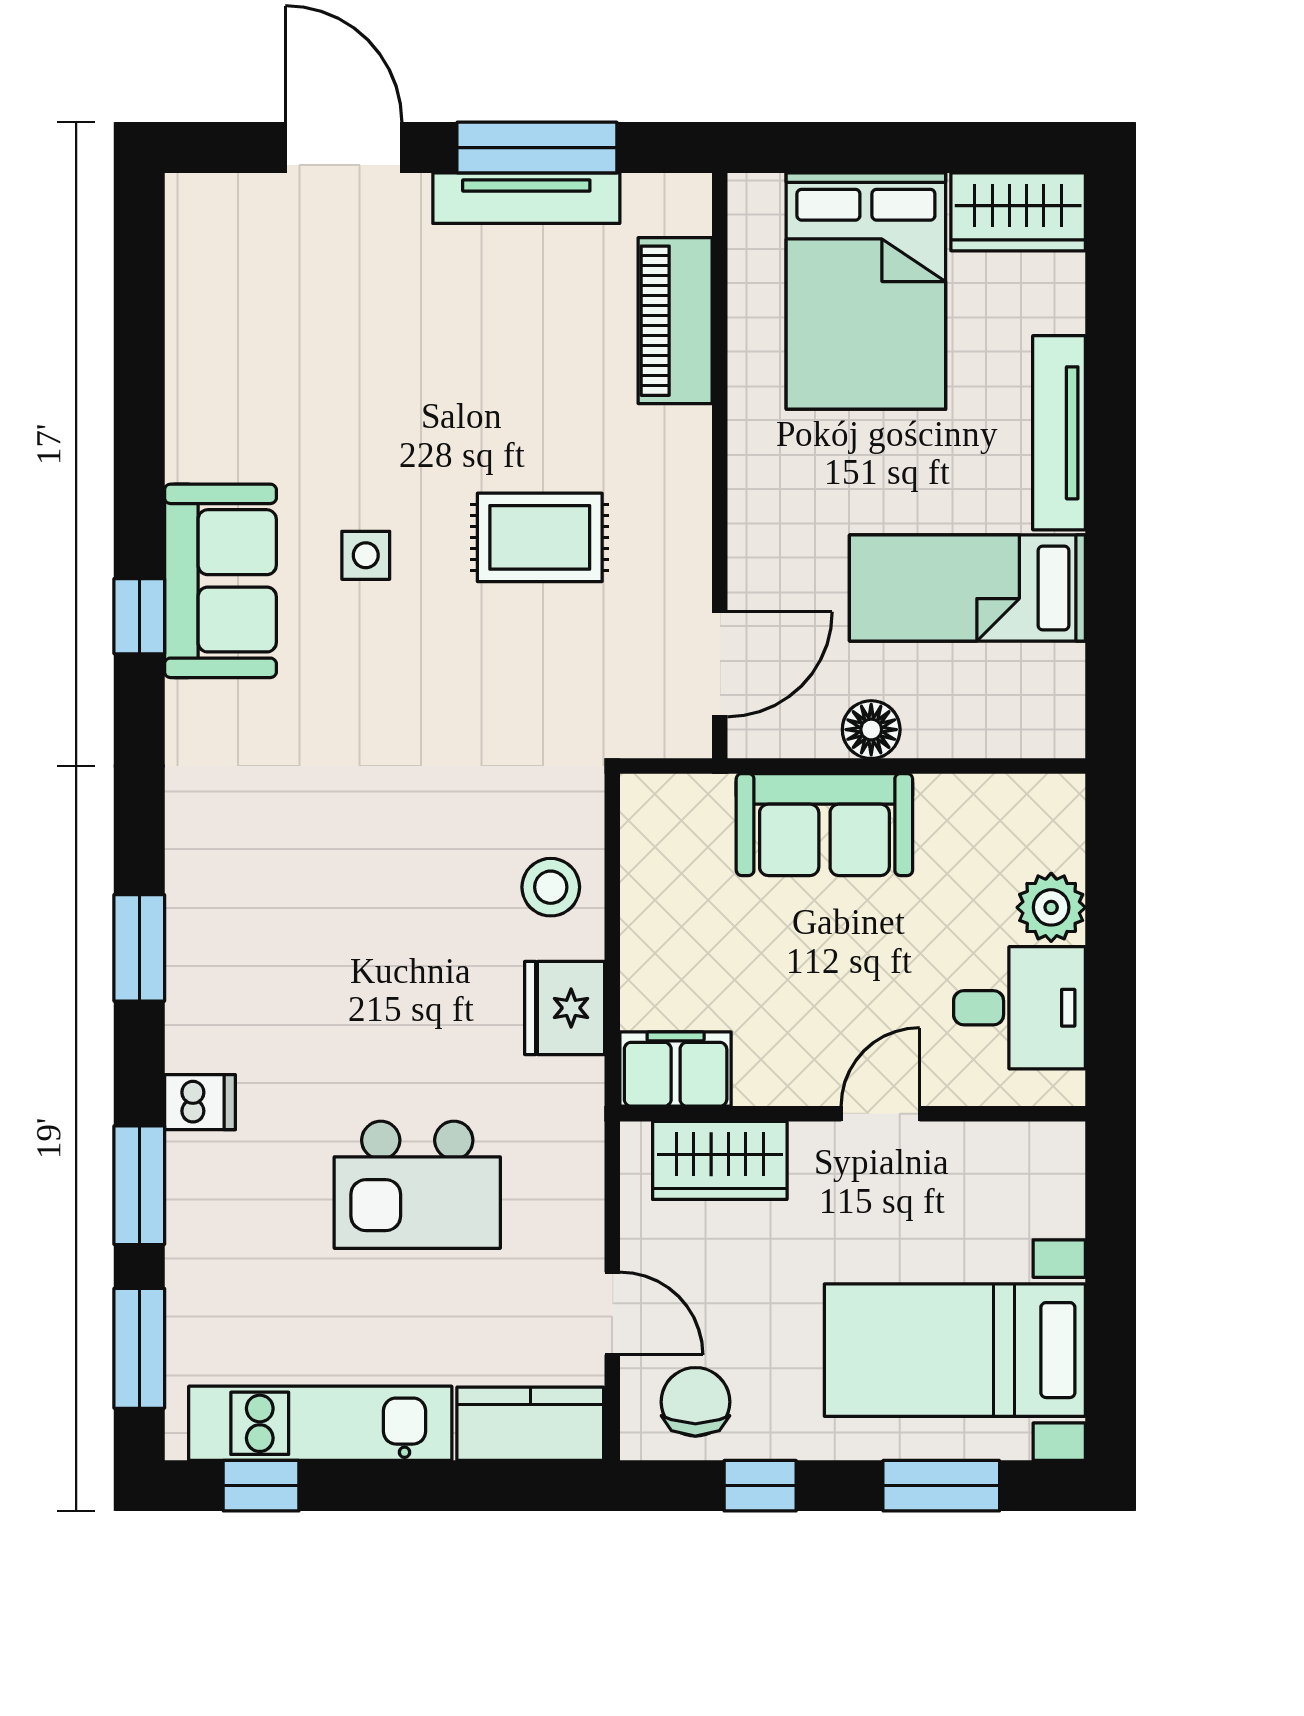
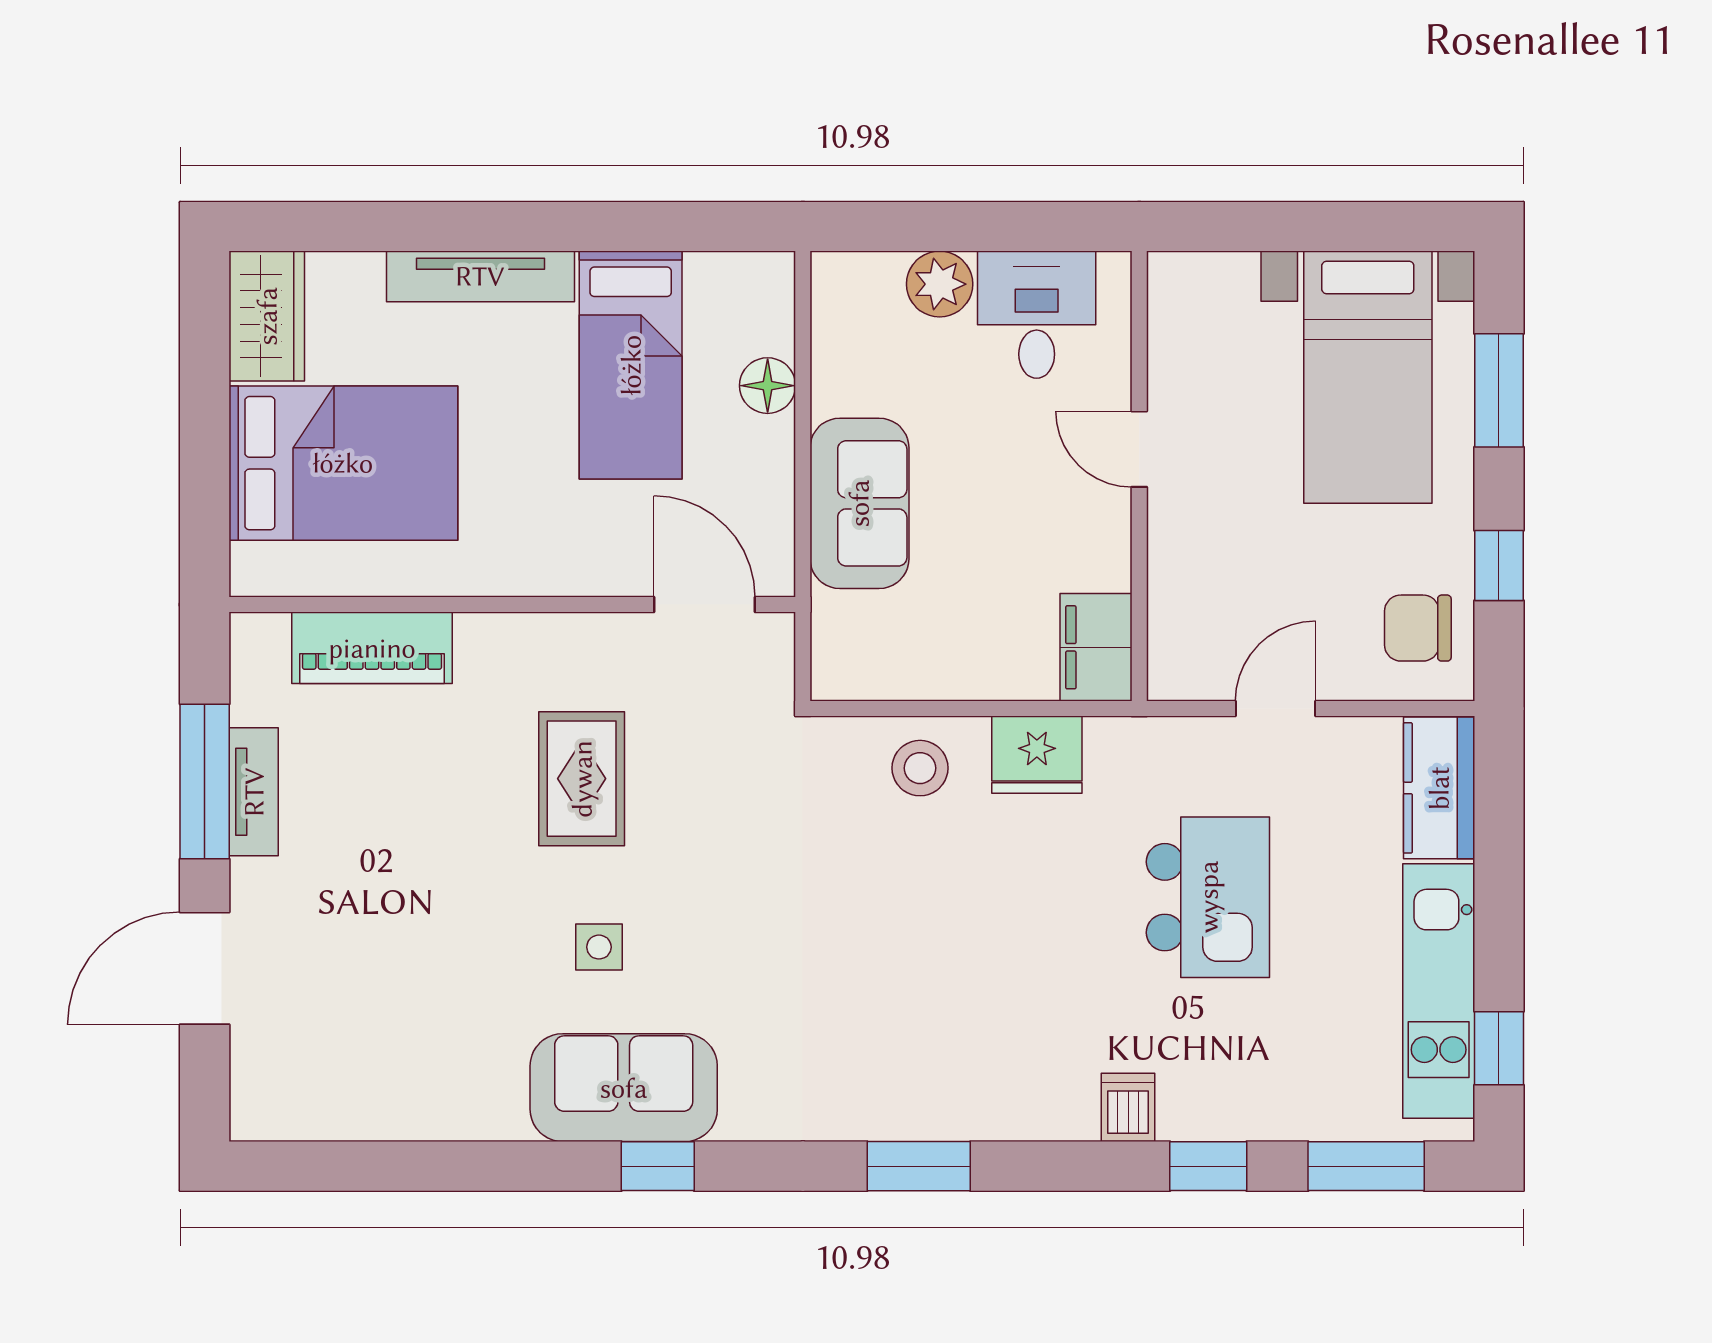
tv unit: (526, 198) -> (254, 792), width x0.71
floor lamp: (871, 730) -> (768, 386), moved
window: (139, 948) -> (919, 1166), moved
wardrobe: (720, 1160) -> (1184, 605), removed
window: (139, 1185) -> (1208, 1166), width x0.67
door: (612, 1313) -> (1275, 709), moved

